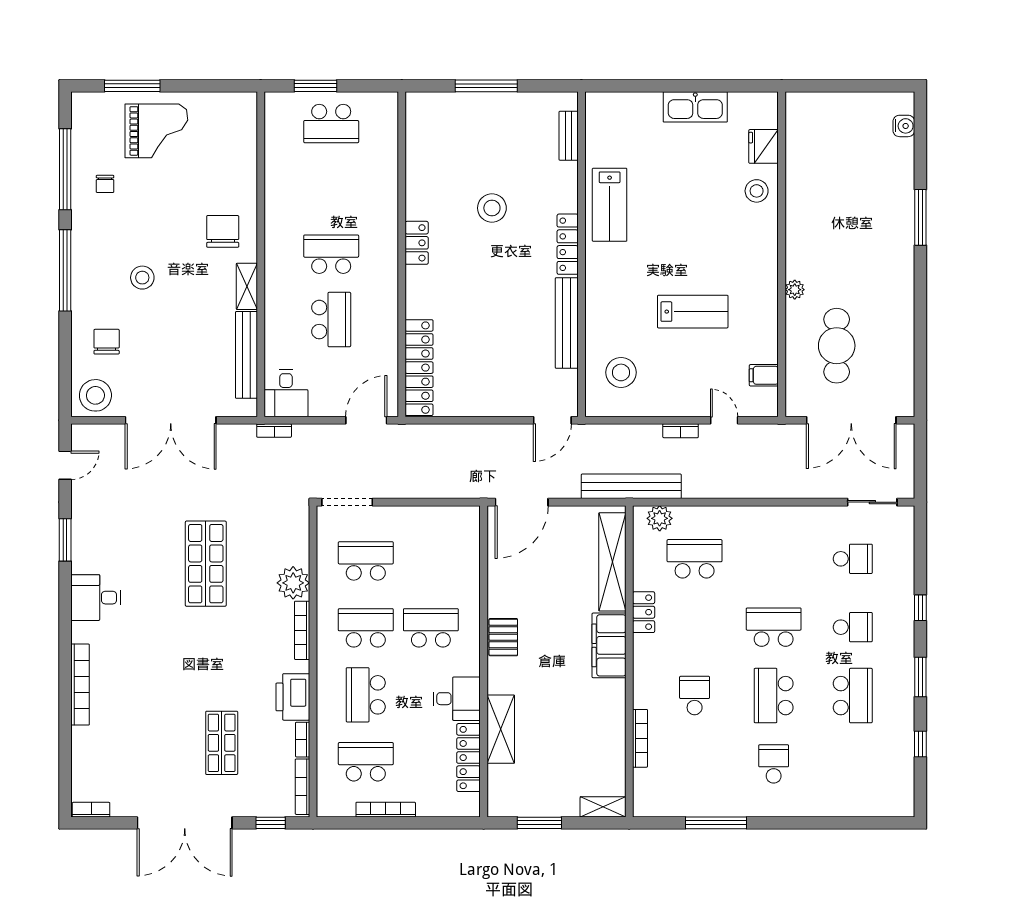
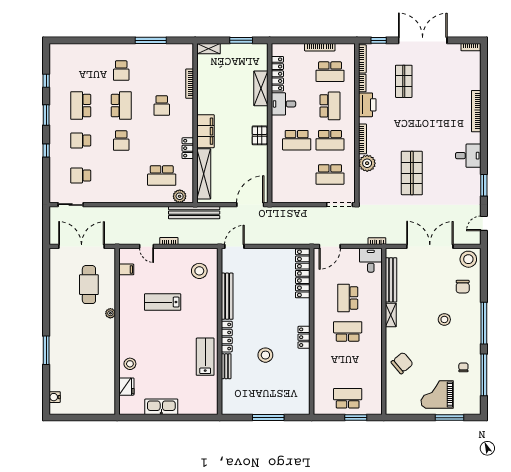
bench: (569, 136) -> (226, 366), moved
chair: (223, 231) -> (402, 363), moved, turned -130
school desk: (331, 254) -> (348, 331), turned 180
school desk: (774, 627) -> (121, 141), width x0.54

